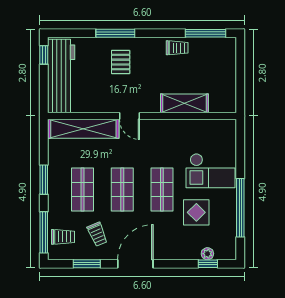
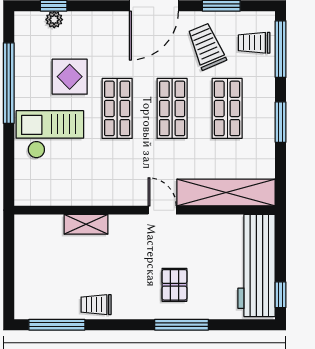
shelving: (184, 103) -> (86, 224), width x0.67, depth x0.75
trolley: (97, 234) -> (207, 46), width x1.36, depth x1.39

